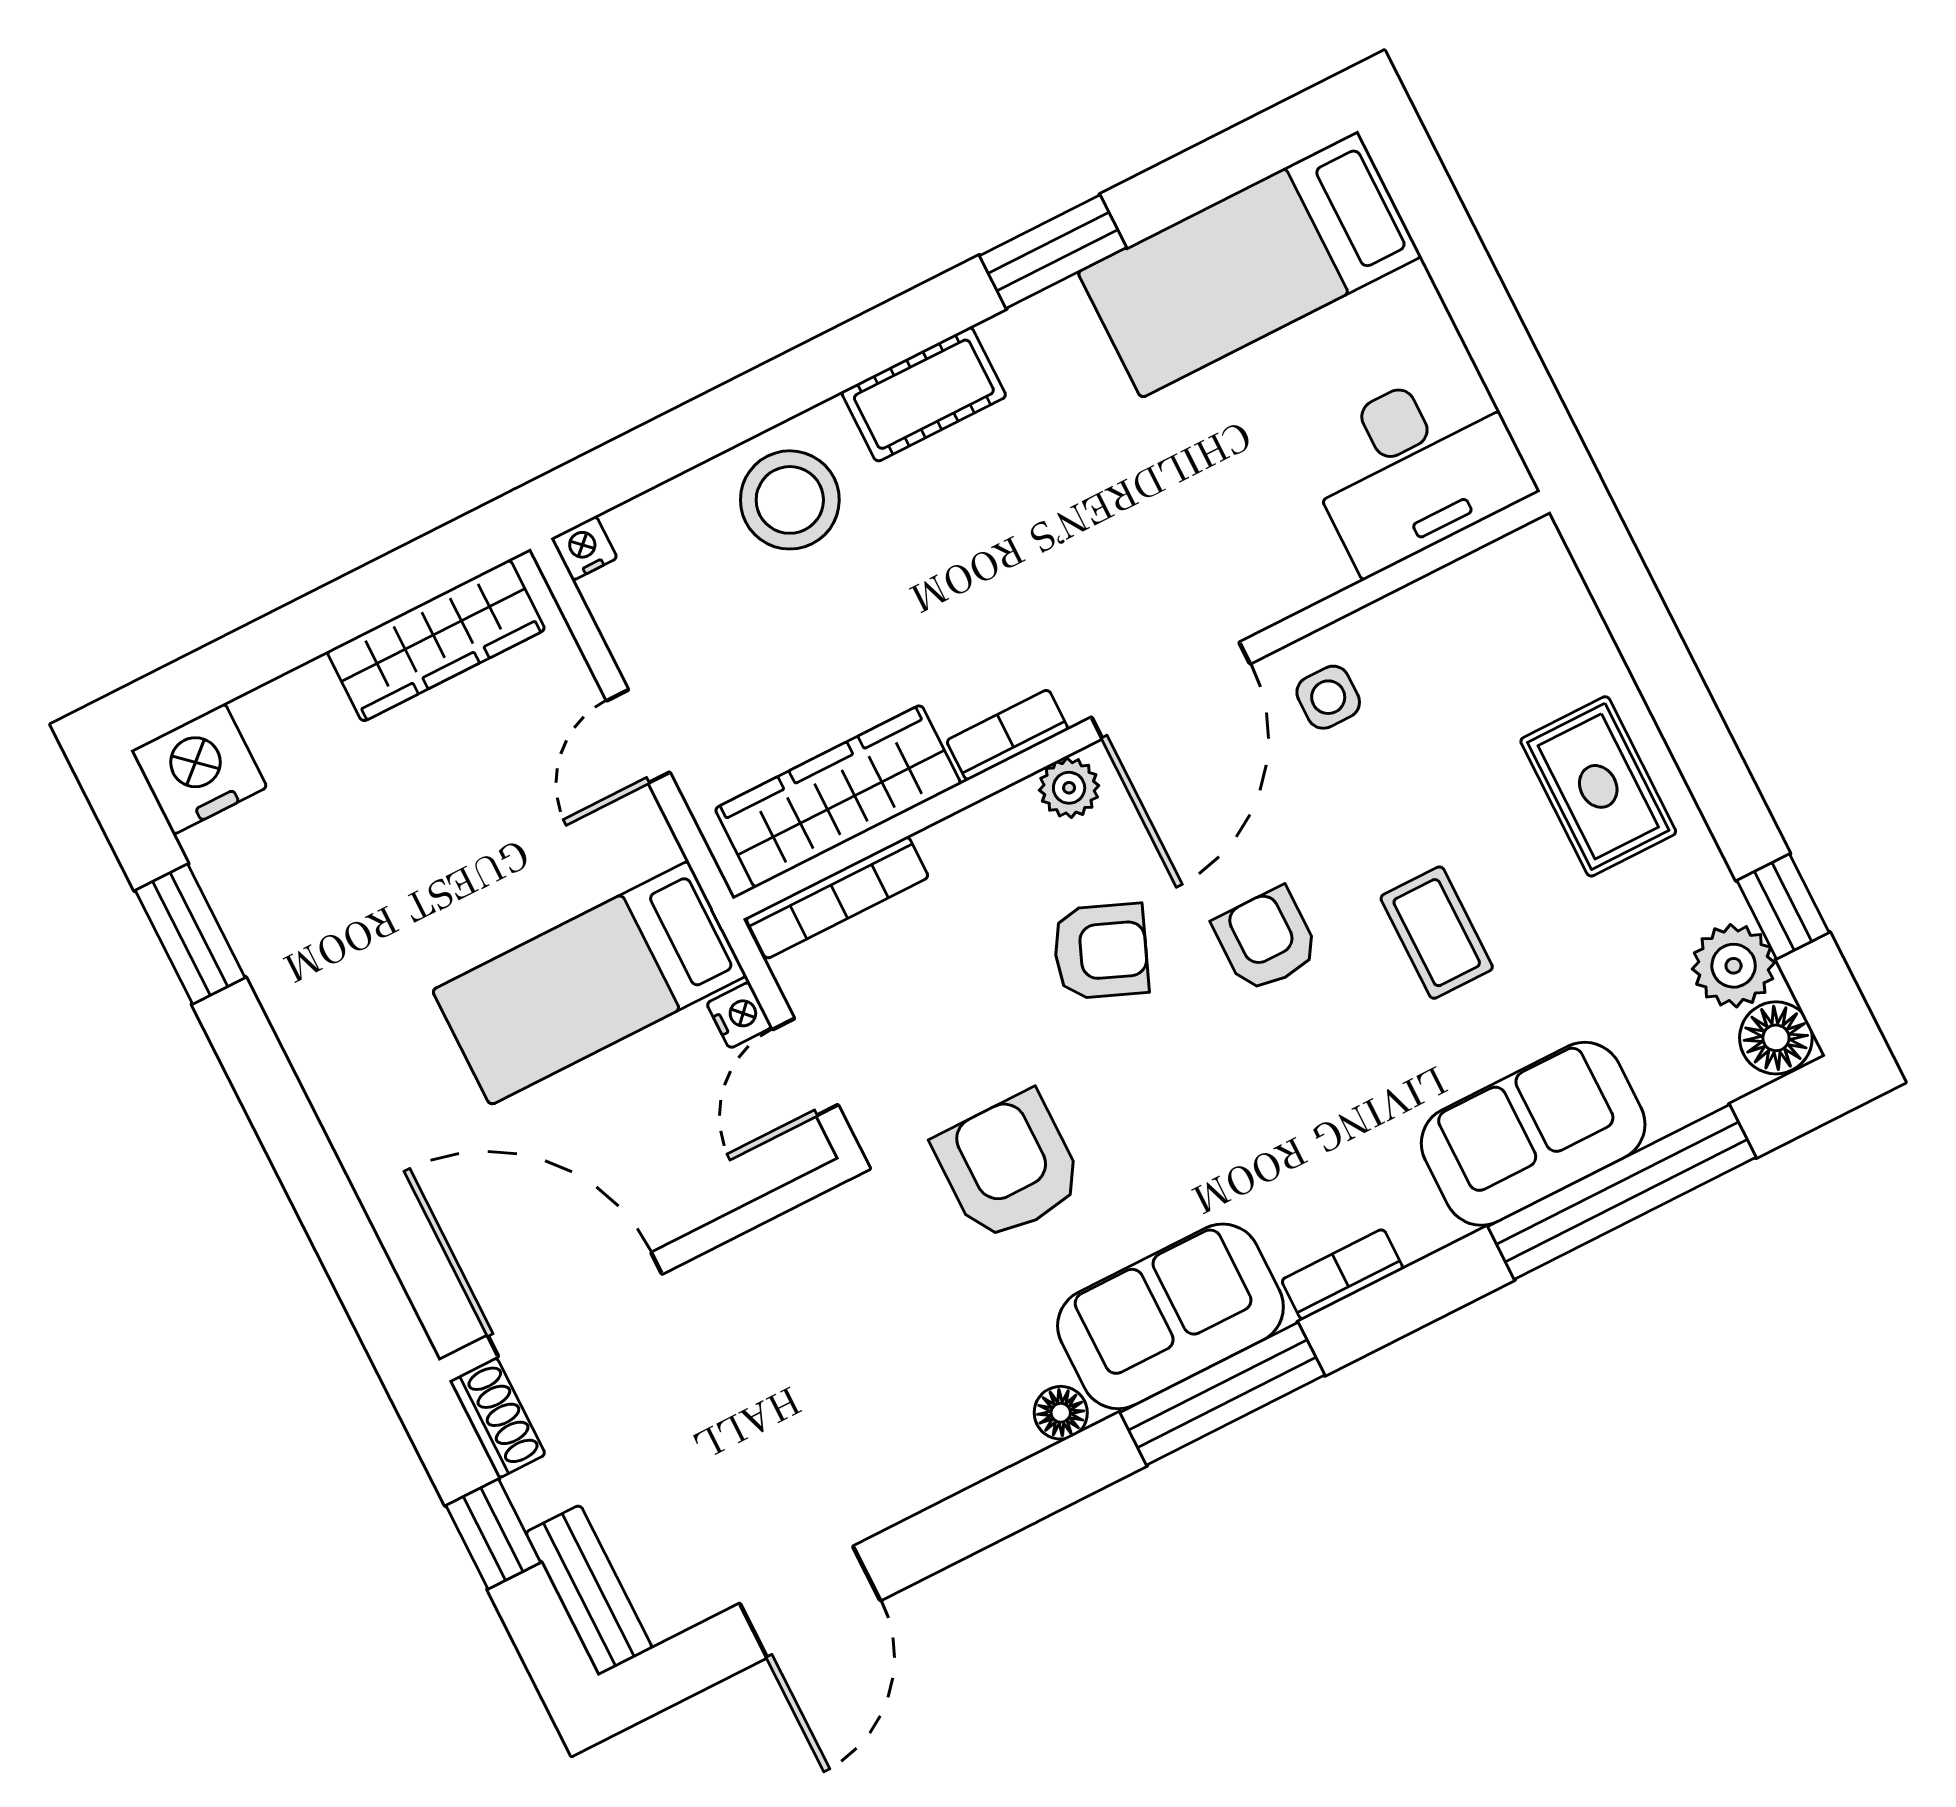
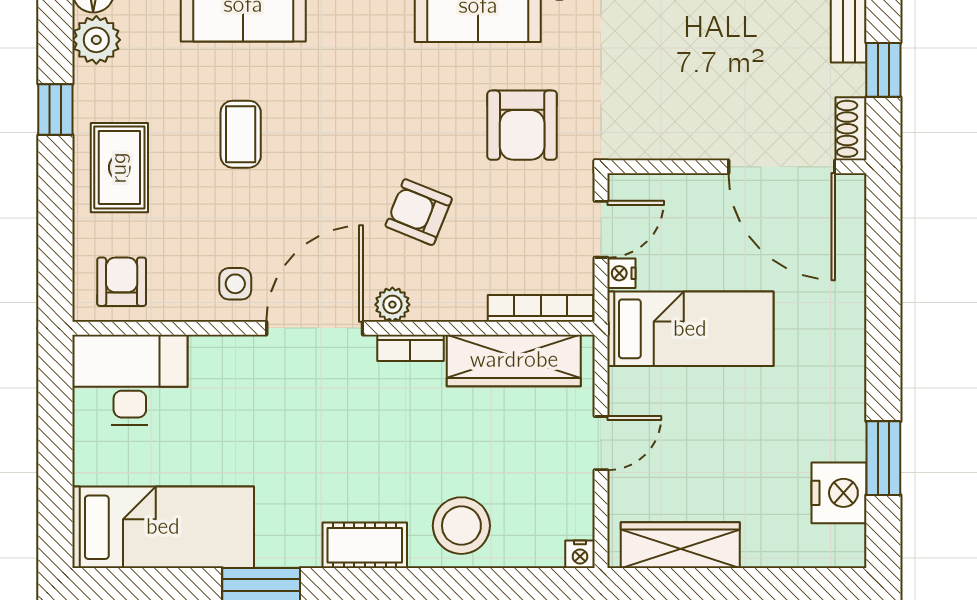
nightstand: (199, 769) -> (839, 493), moved, turned -90
window: (1783, 906) -> (55, 110), moved
armchair: (1266, 940) -> (122, 282), moved, turned 180

